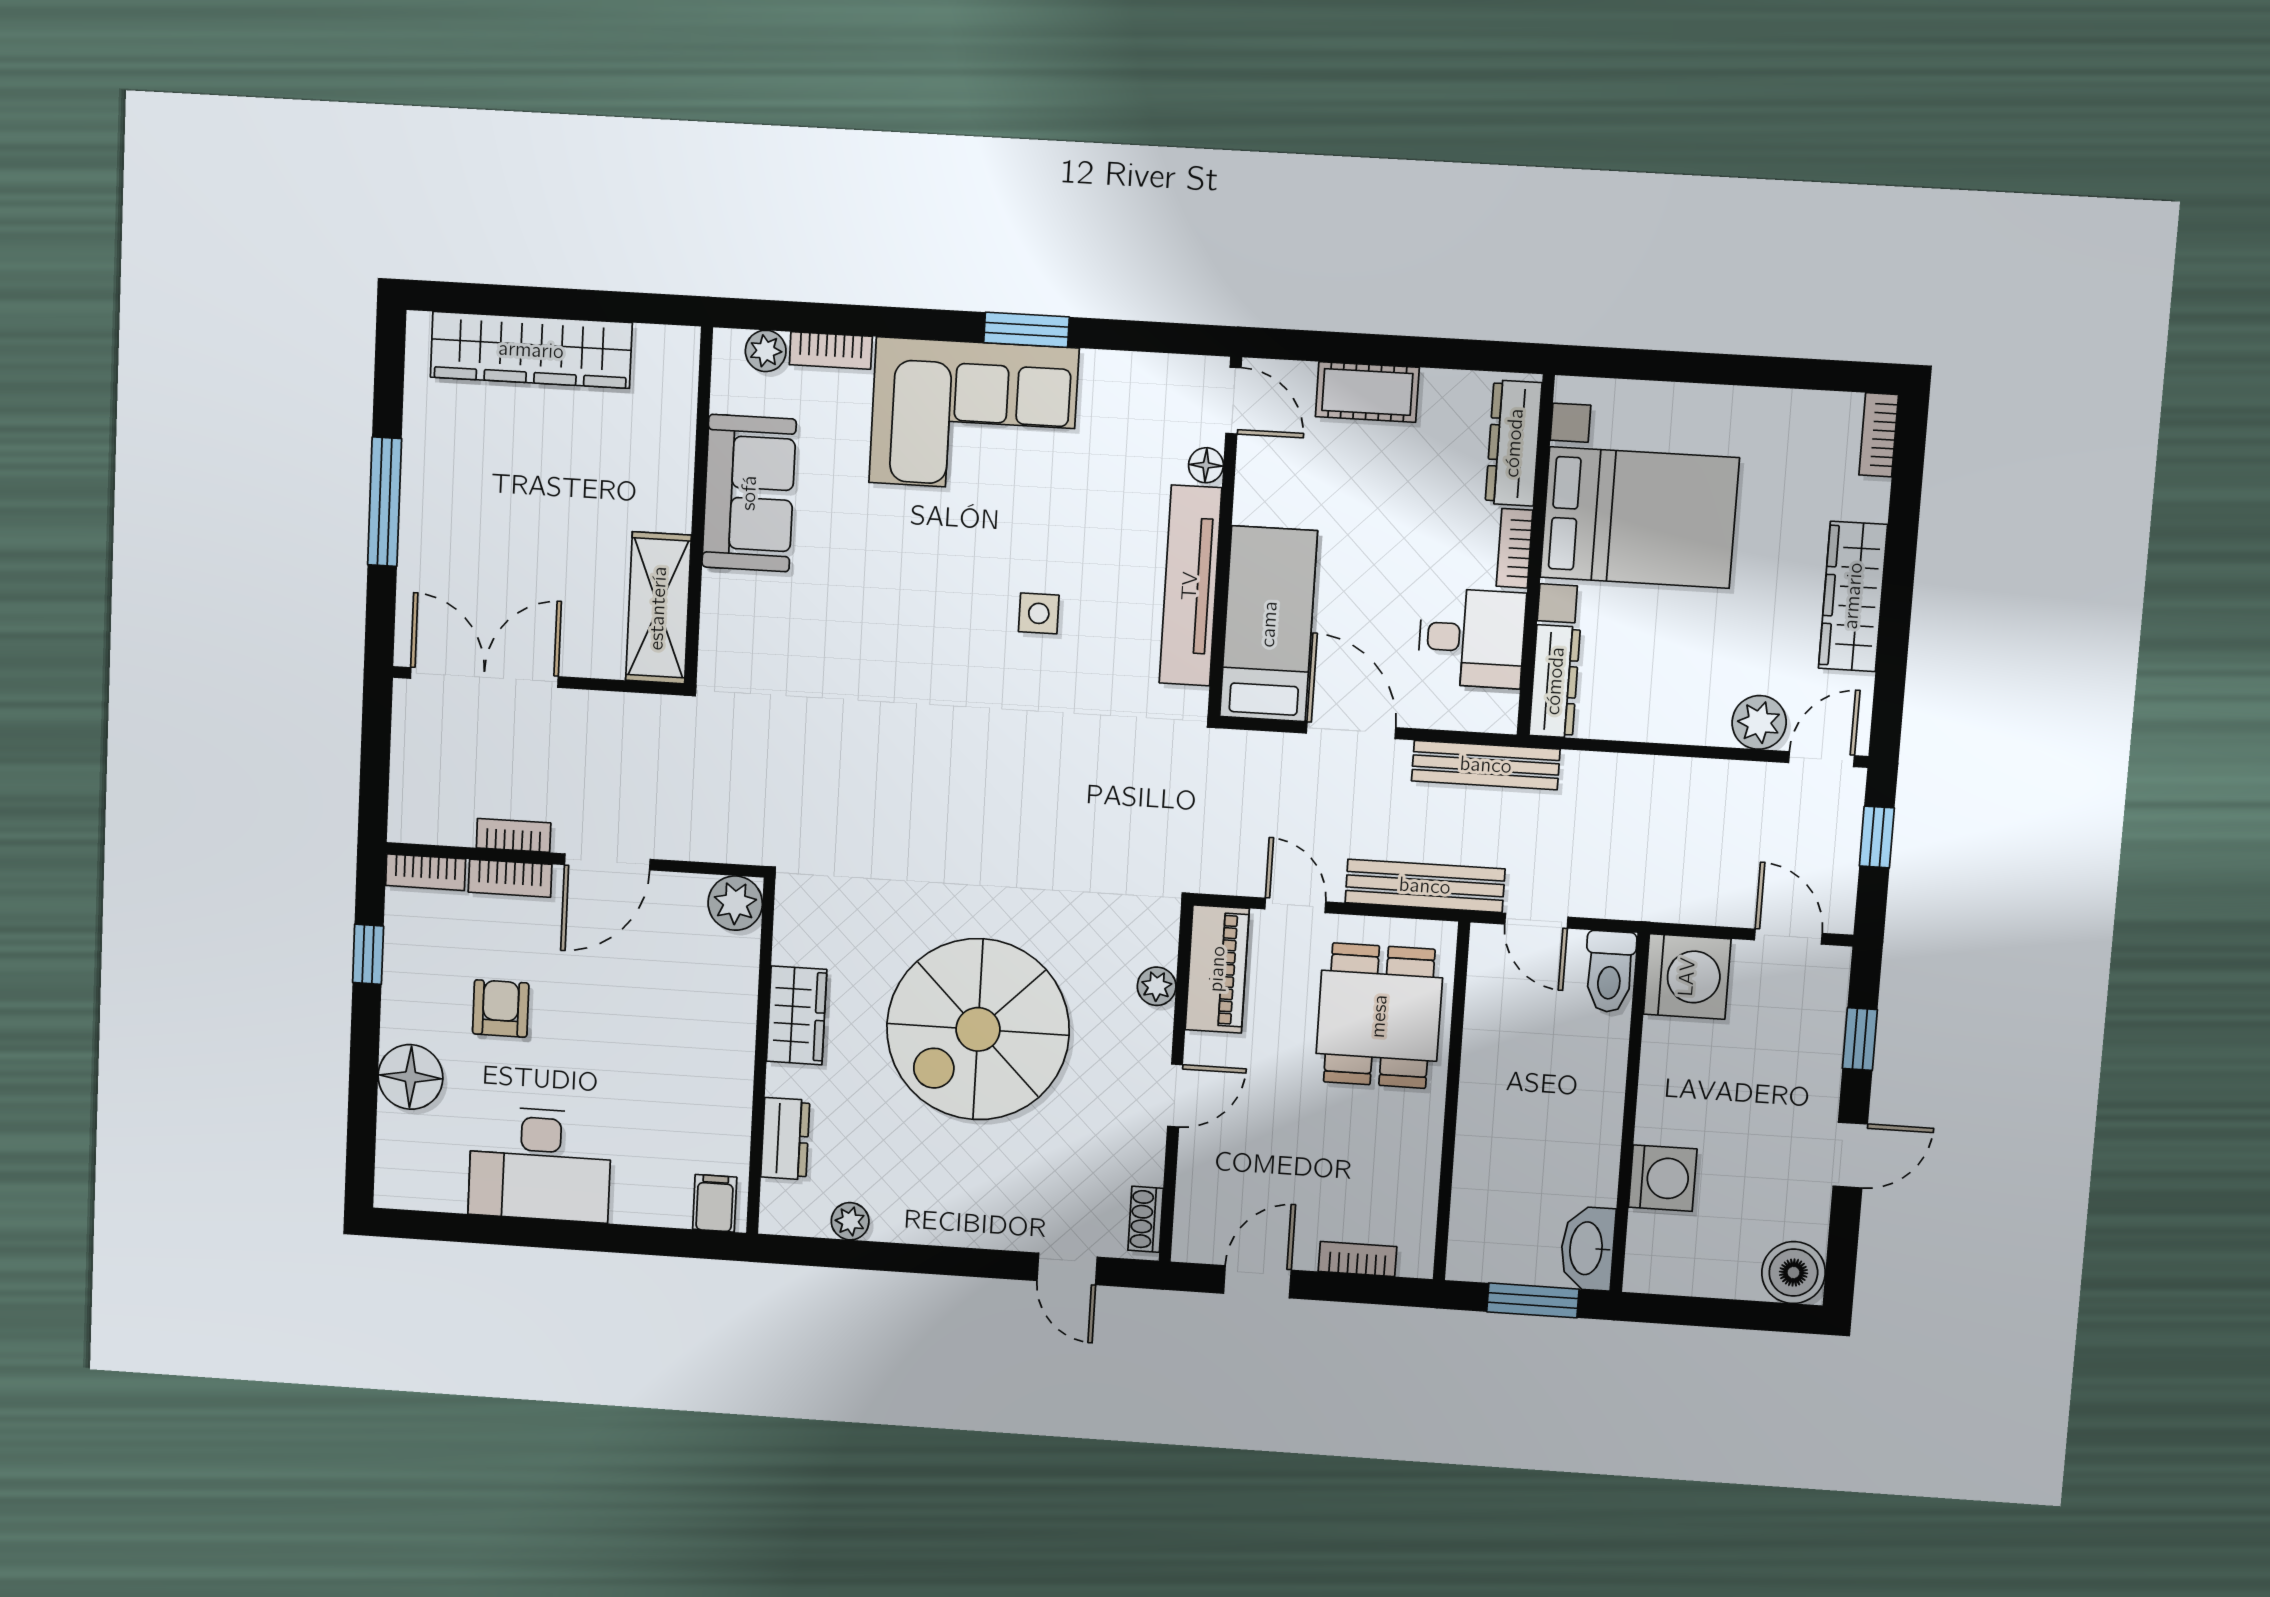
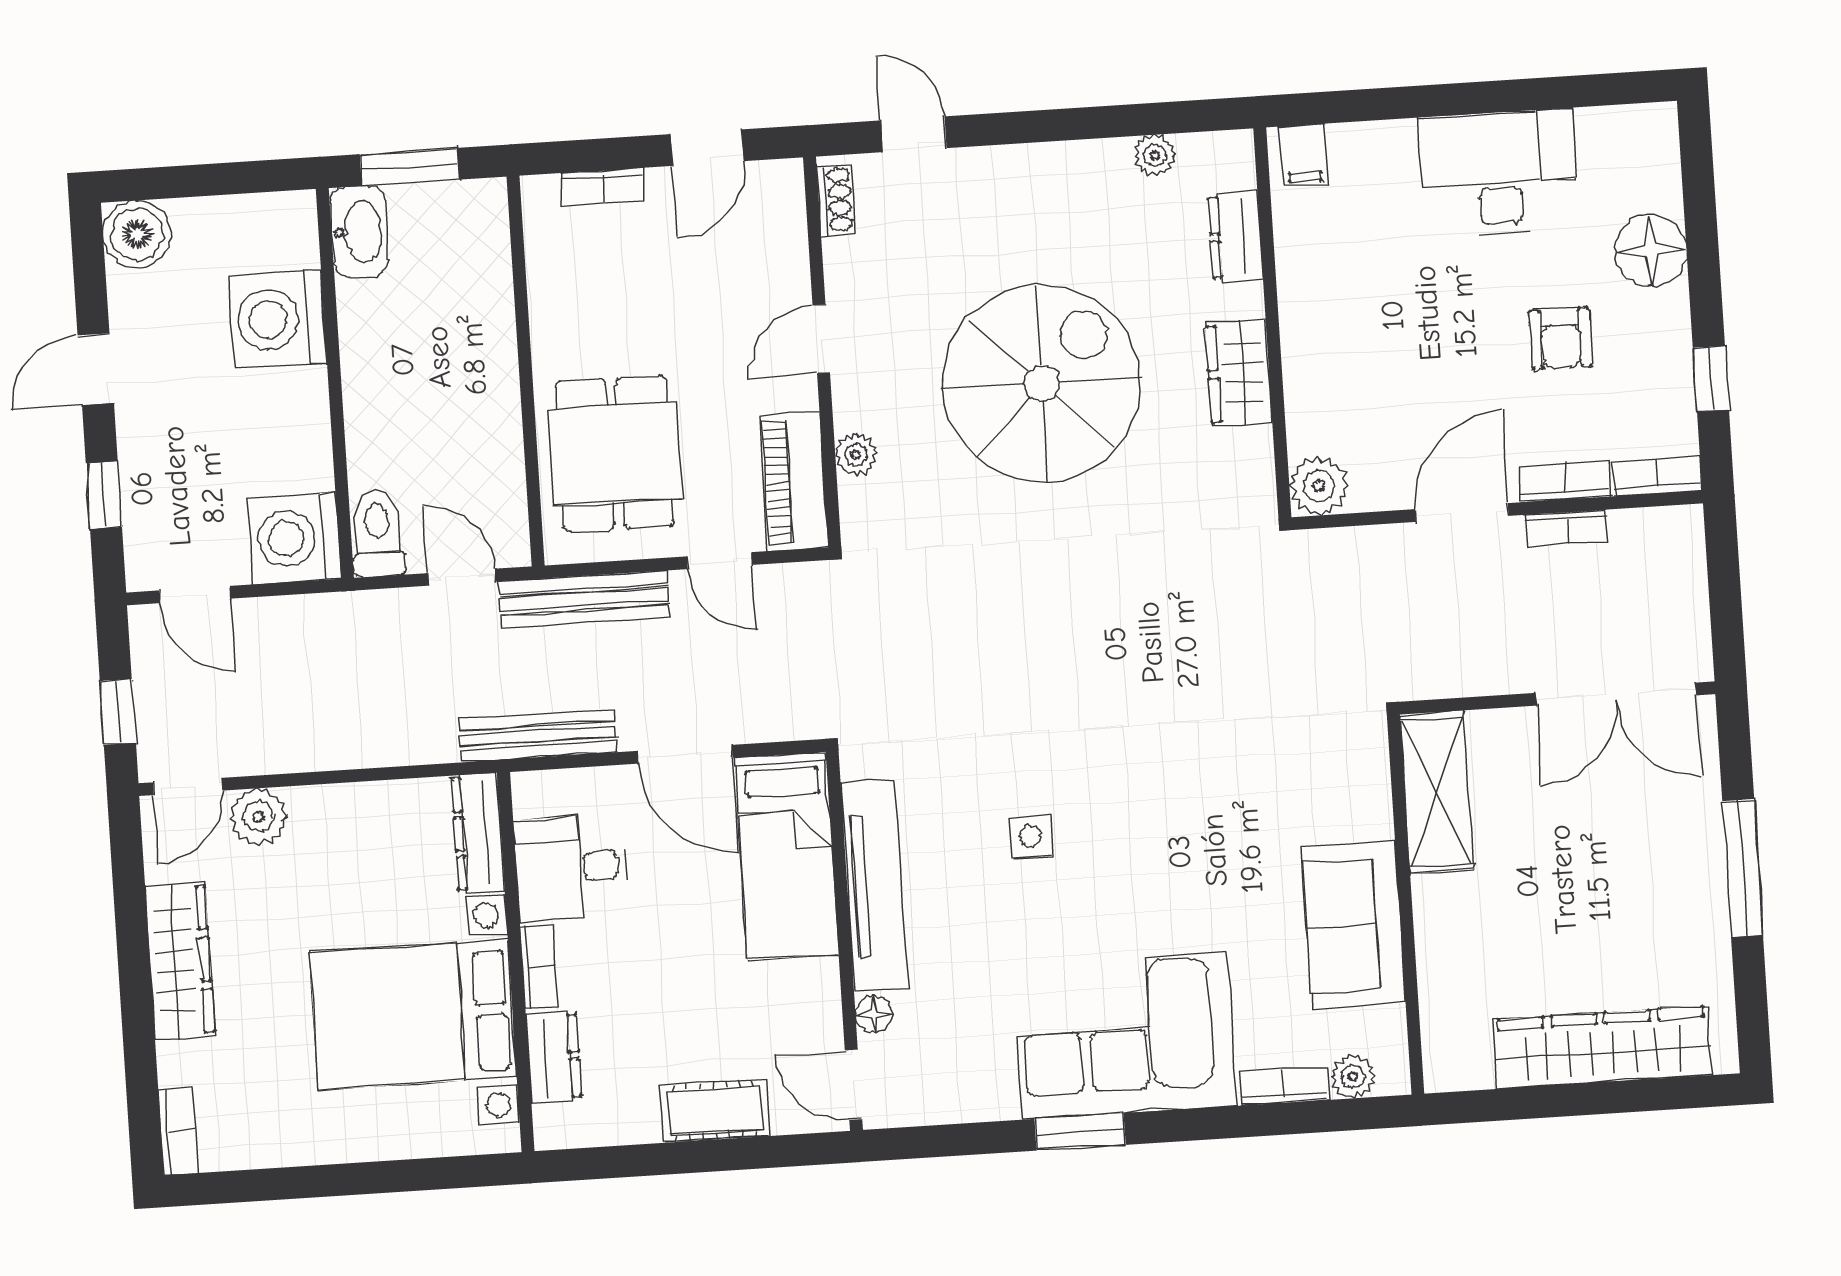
dresser: (1514, 443) -> (554, 1057), width x0.70
washing machine: (1663, 1178) -> (277, 319), width x1.37, depth x1.37

